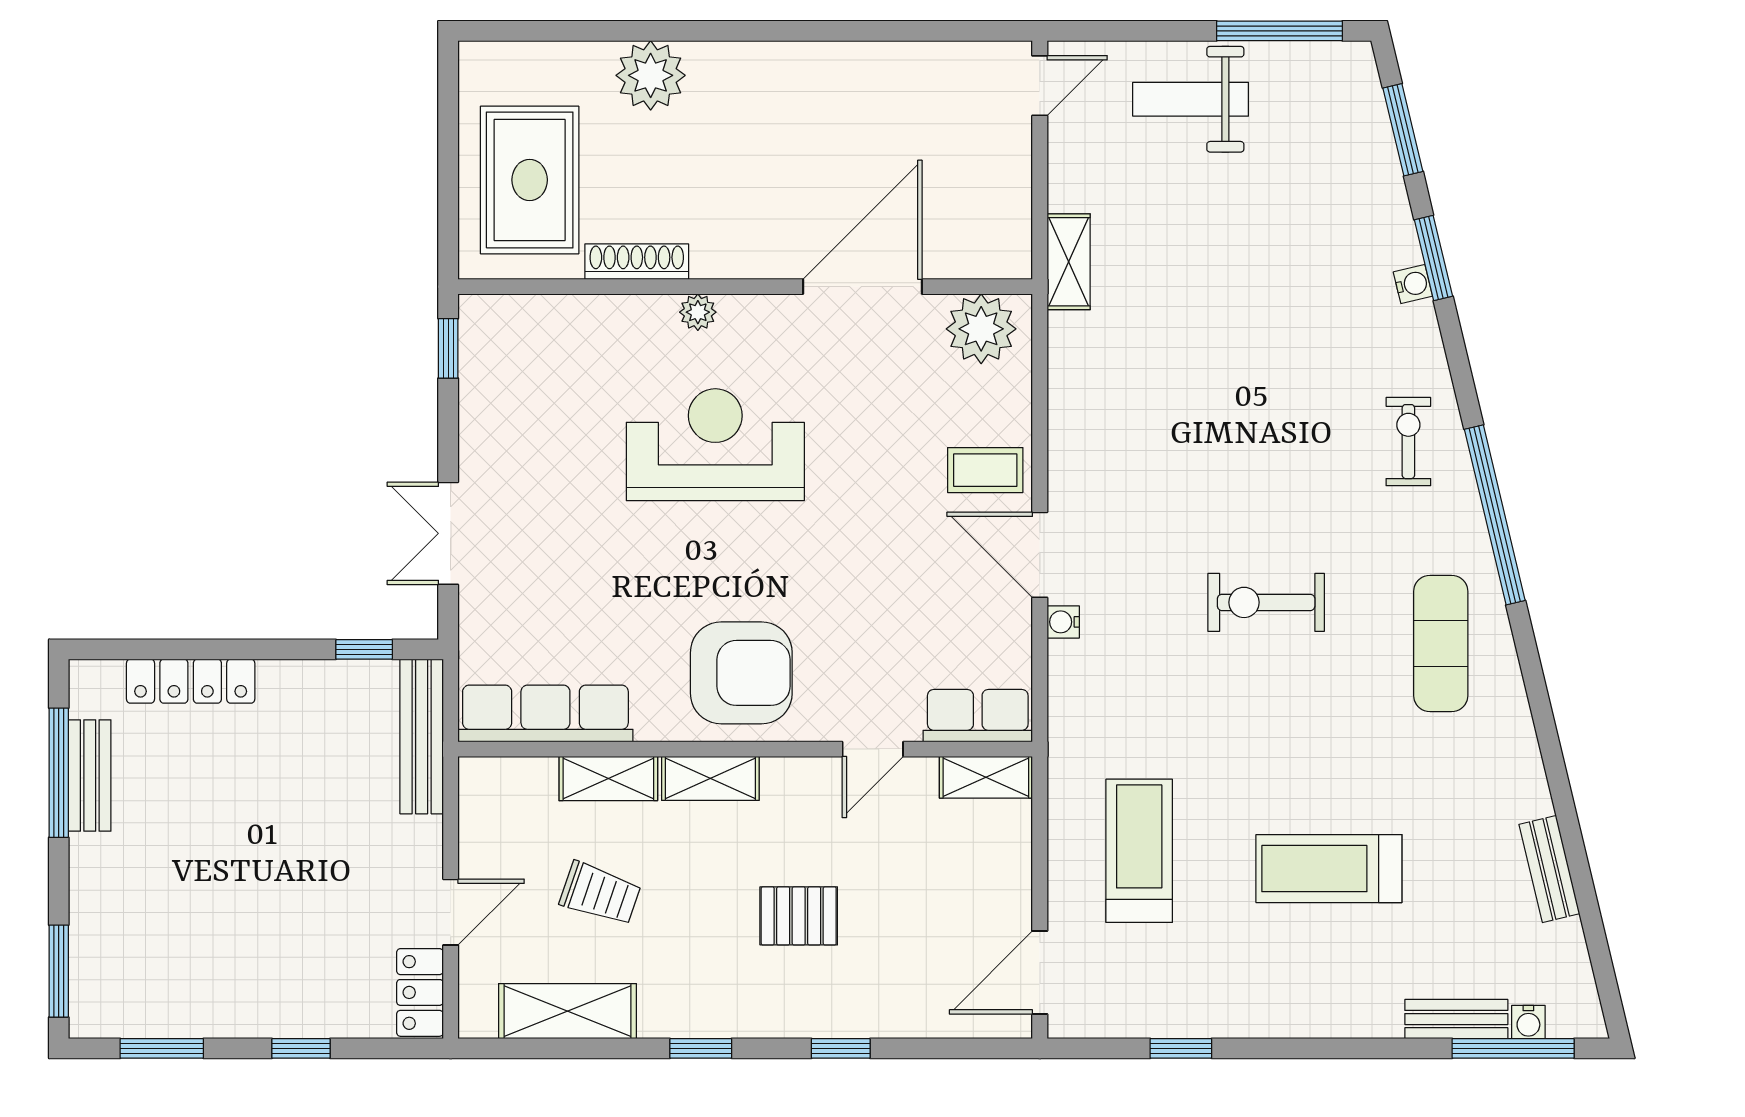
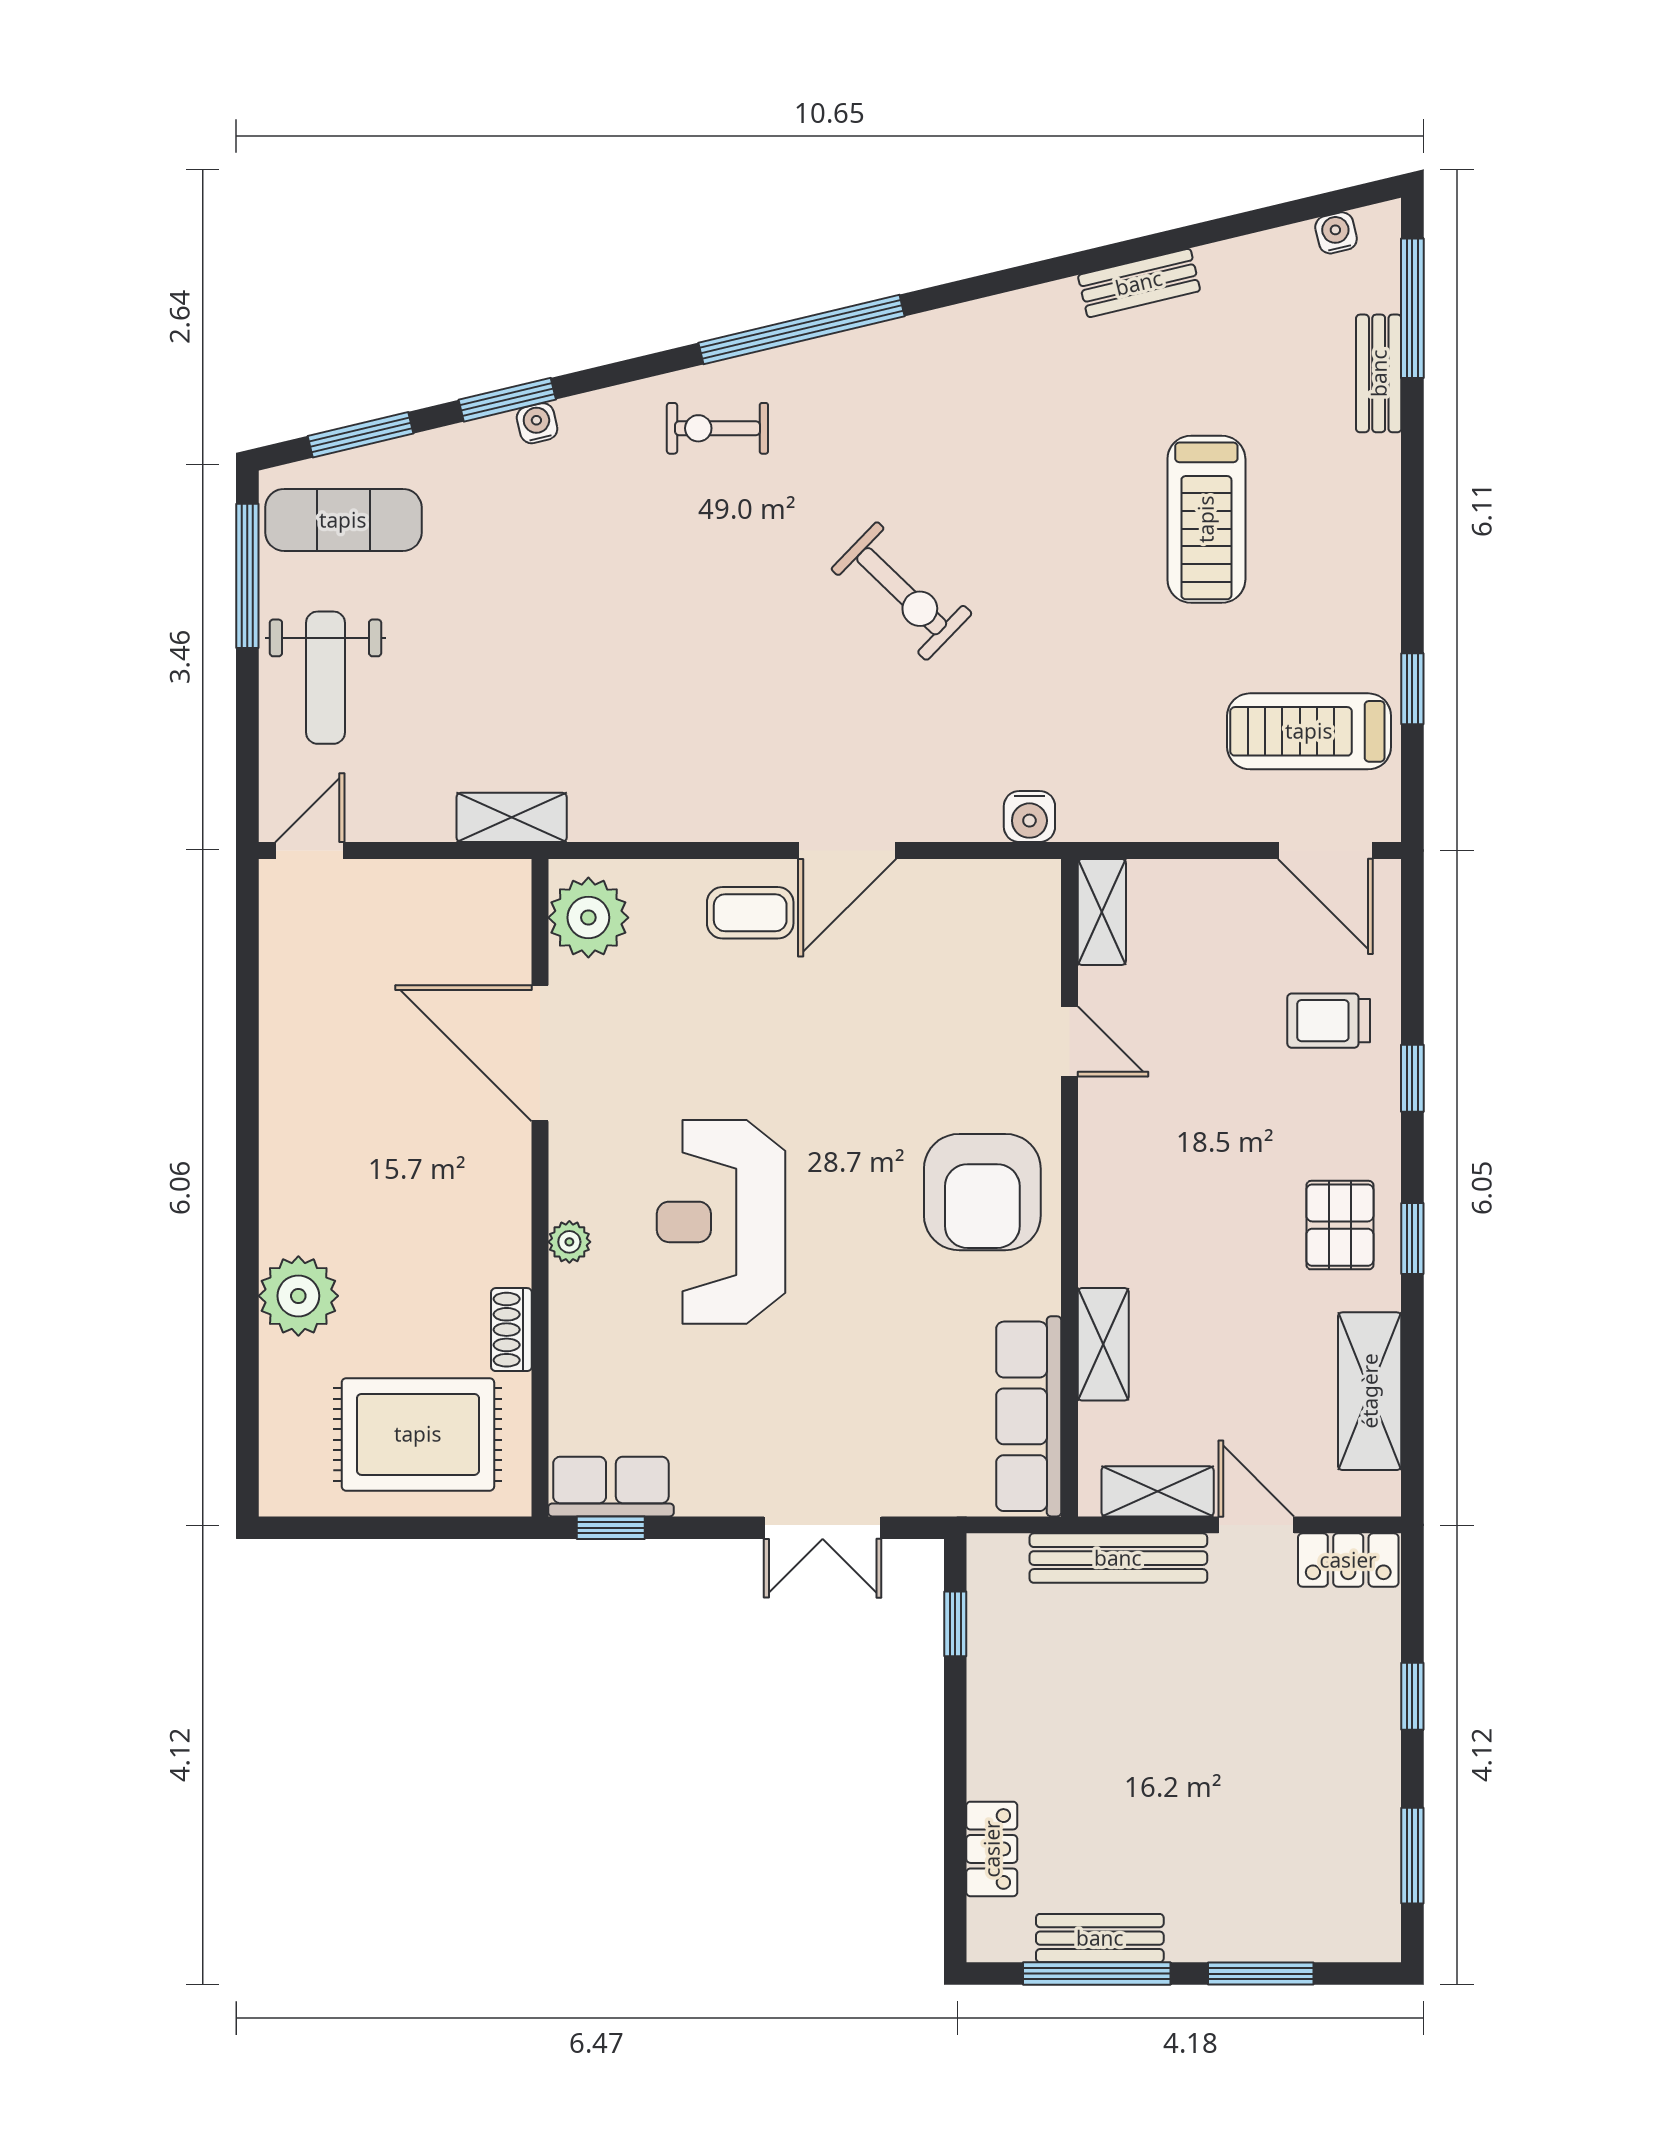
door: (1040, 86) -> (310, 850), hinge flipped
shoe rack: (637, 262) -> (511, 1330), width x0.70
coffee table: (985, 470) -> (750, 913), turned 90
exercise bike: (1266, 602) -> (902, 591), turned -46
water cooler: (1063, 622) -> (1029, 816), moved, width x1.38, depth x1.38
exercise mat: (1441, 643) -> (343, 520), moved
armchair: (741, 673) -> (982, 1192), turned 180
locker: (191, 681) -> (992, 1849), width x0.66
row of seats: (978, 716) -> (611, 1487), moved, turned 90
bench: (422, 736) -> (1118, 1558), moved
shelving: (710, 778) -> (1158, 1491), moved, turned 90
treadmill: (1139, 851) -> (1309, 731), moved
bench: (1549, 869) -> (1139, 283), moved
trolley: (600, 894) -> (1329, 1021), moved, turned -109
pallet: (799, 916) -> (1340, 1225), moved
window: (59, 971) -> (1261, 1974), moved
water cooler: (1528, 1022) -> (1336, 233), moved, turned -103

